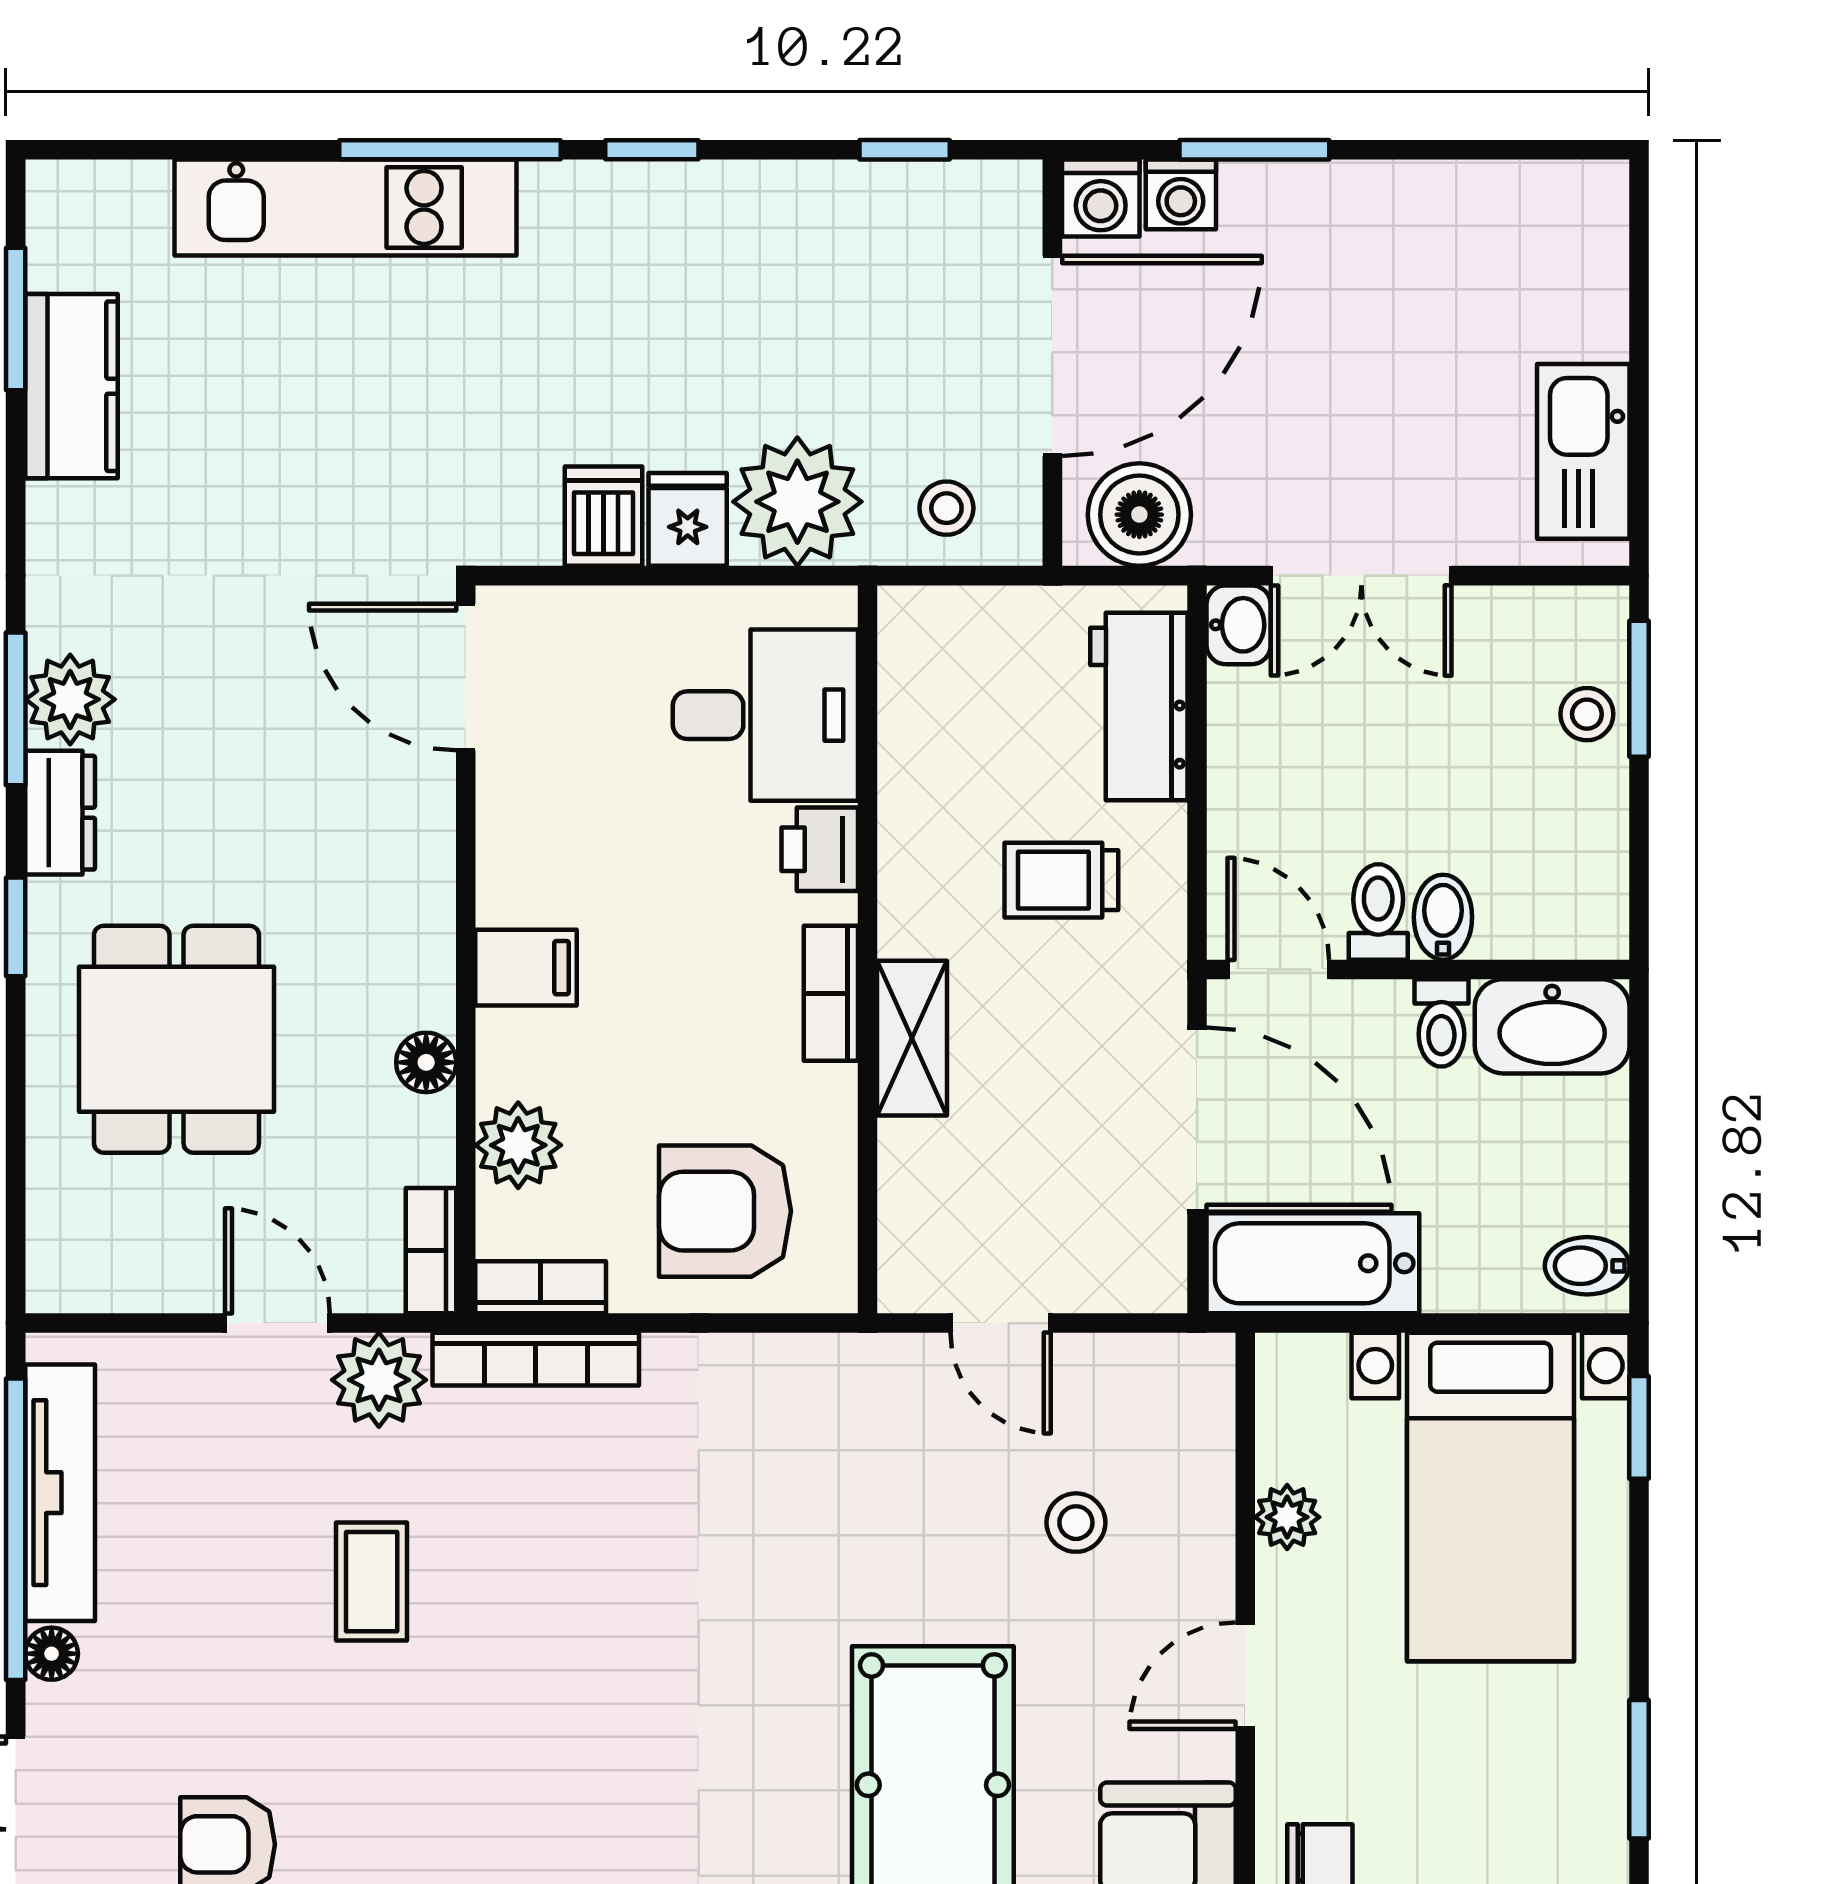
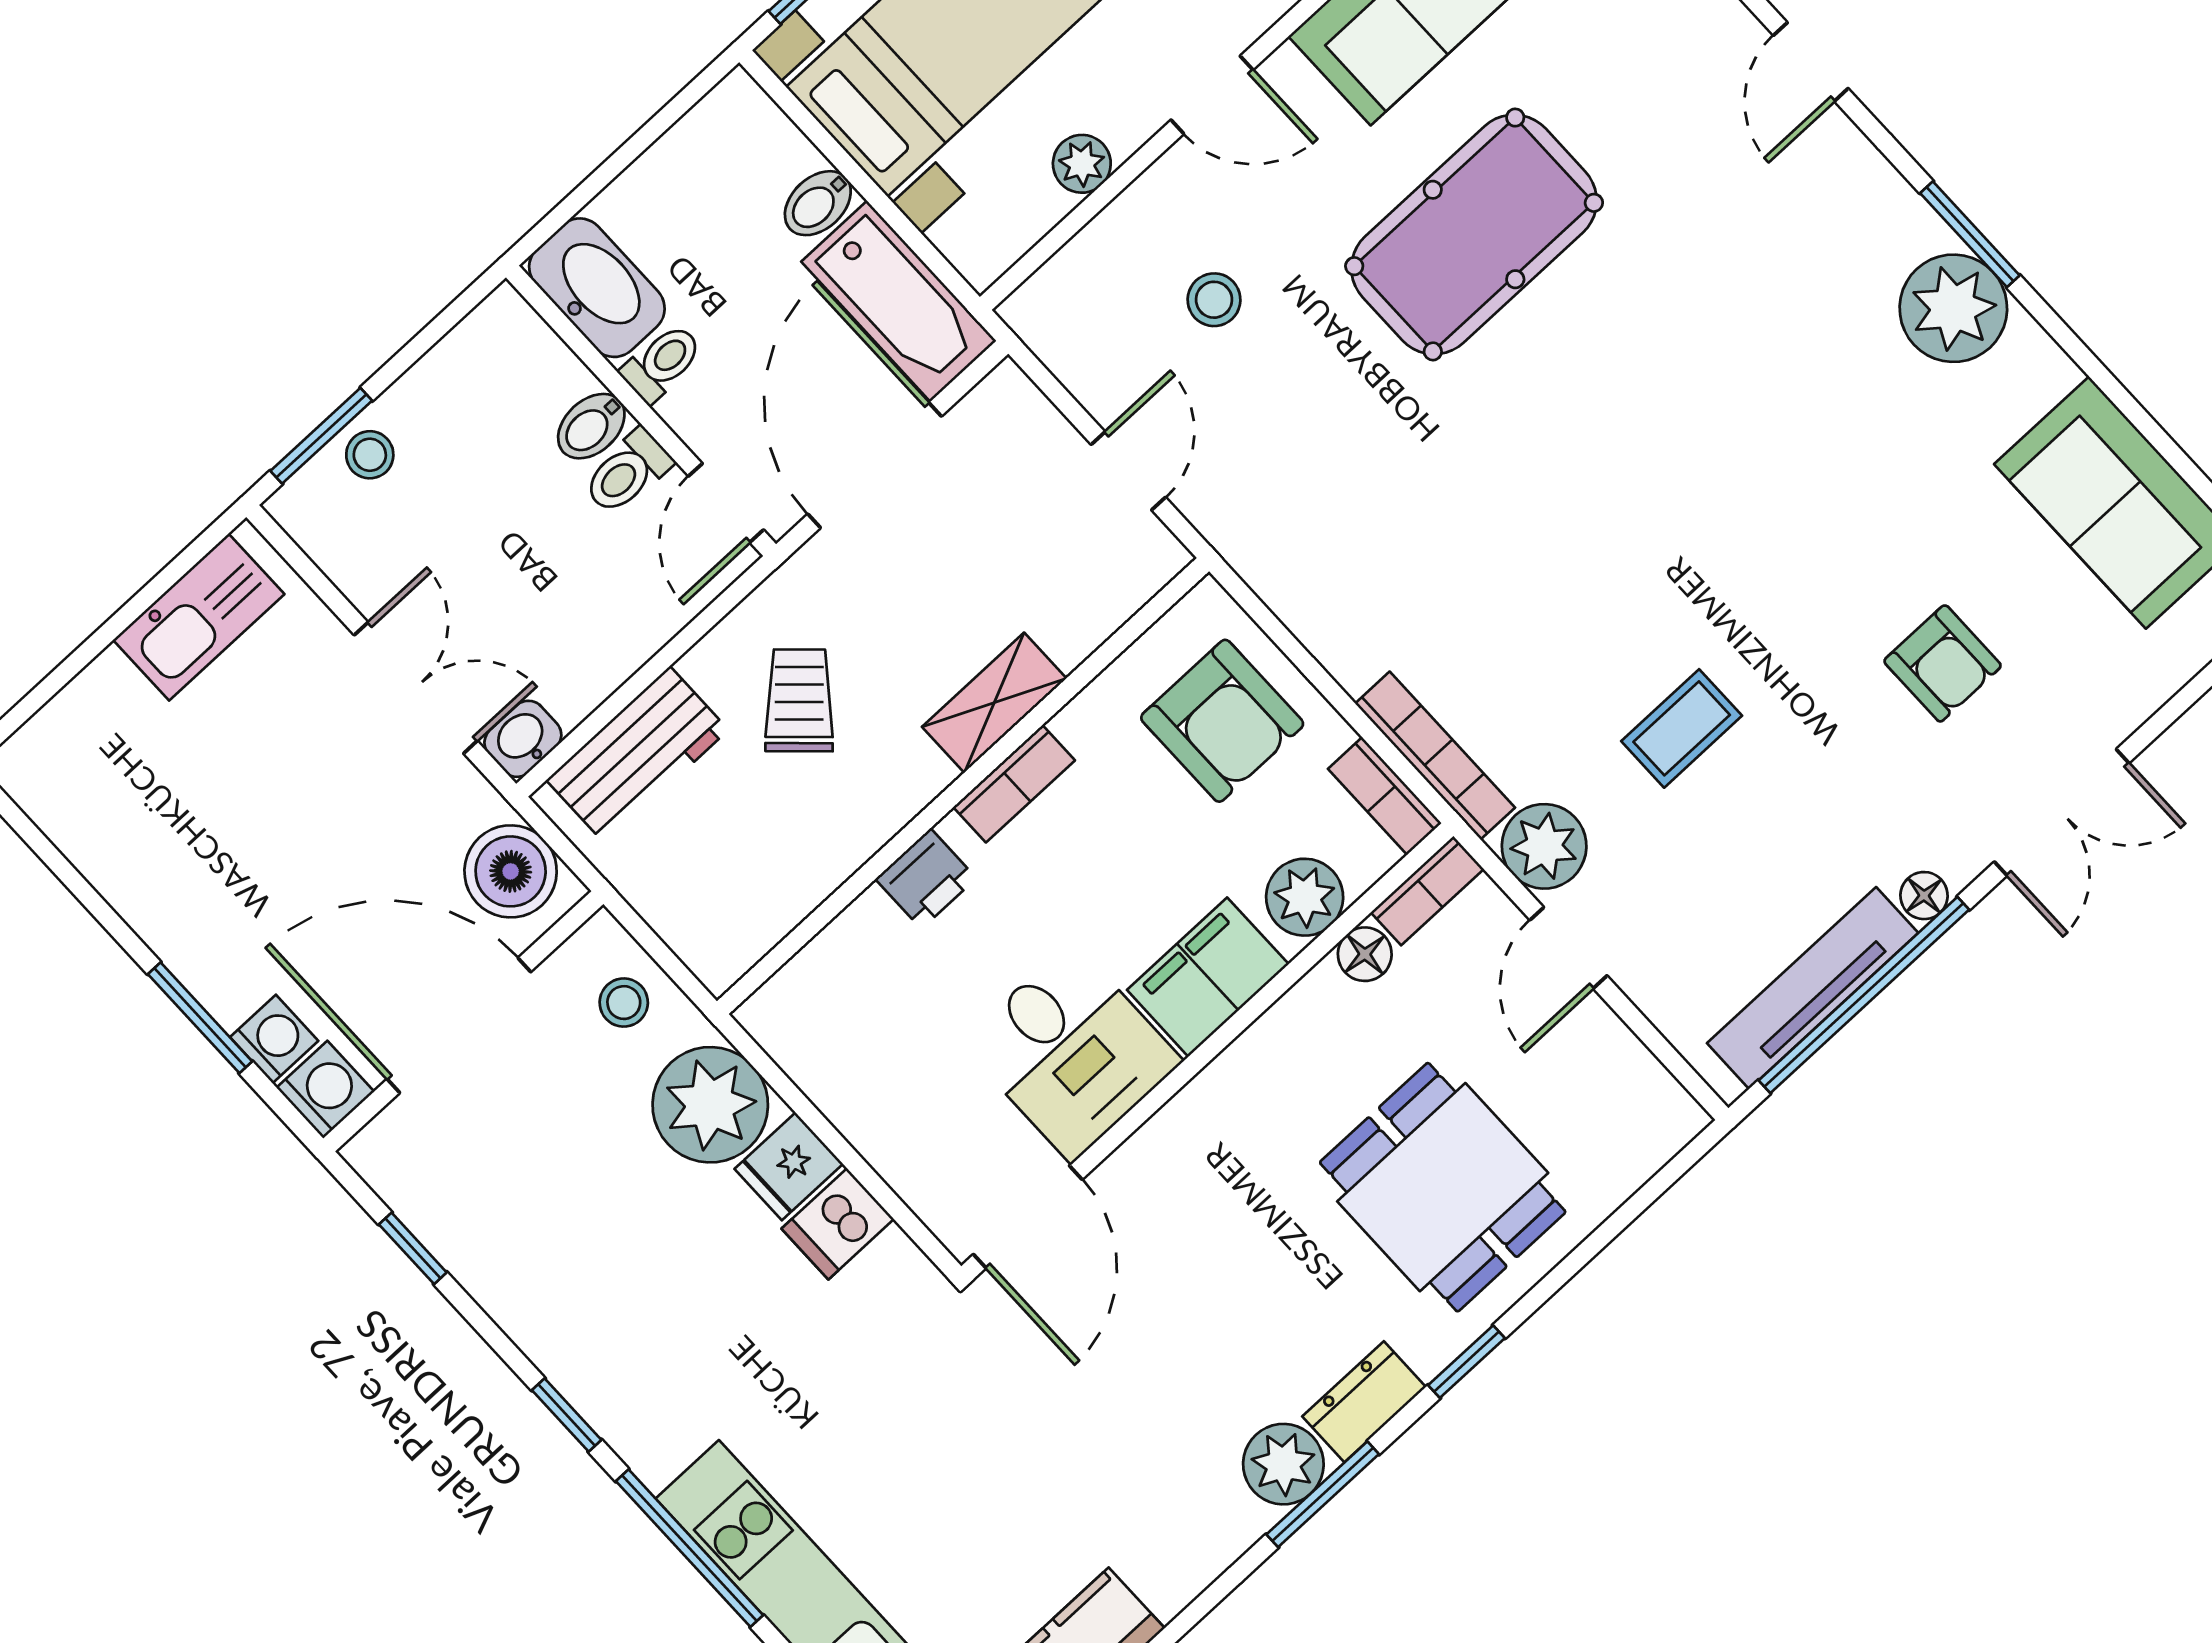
desk: (765, 715) -> (1071, 1052), moved, turned 180
trolley: (1061, 880) -> (799, 700), turned -137
filing cabinet: (526, 968) -> (1208, 977), width x2.00
dining table: (176, 1039) -> (1443, 1187), turned 90
floor lamp: (426, 1062) -> (1365, 954), moved
bidet: (1587, 1266) -> (818, 203), moved, turned 90

